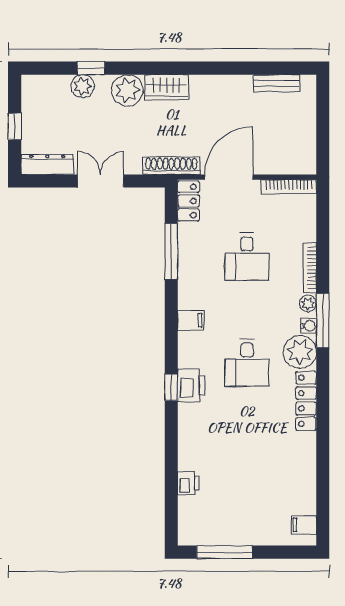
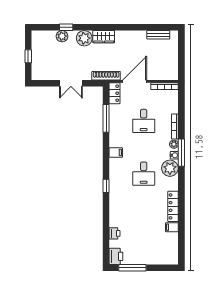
dresser: (47, 164) -> (44, 75), removed
double door: (101, 181) -> (71, 83), swing flipped
printer: (191, 385) -> (116, 256), moved
locker: (306, 401) -> (173, 206), moved
filing cabinet: (304, 525) -> (172, 227), moved

